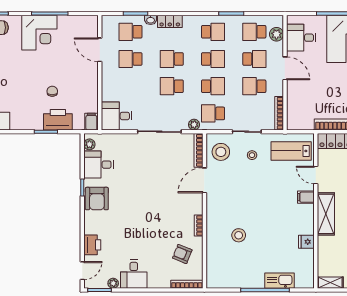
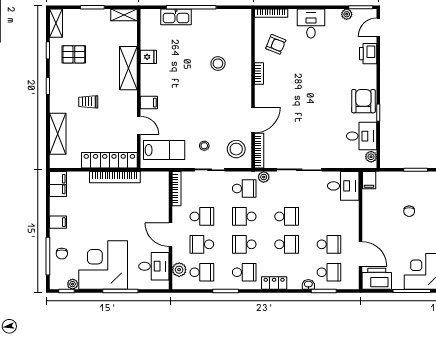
locker: (170, 21) -> (274, 283), moved
school desk: (213, 32) -> (244, 272), turned 180
printer: (58, 120) -> (377, 279), moved, turned 180
shelving: (326, 214) -> (128, 68), moved
desk: (134, 274) -> (311, 24), moved

